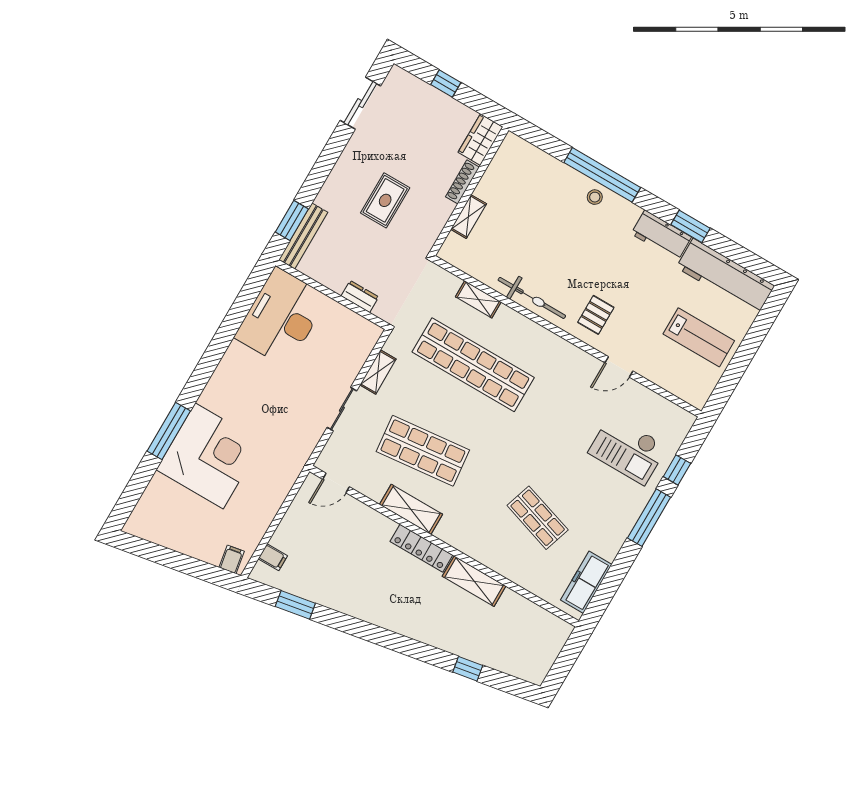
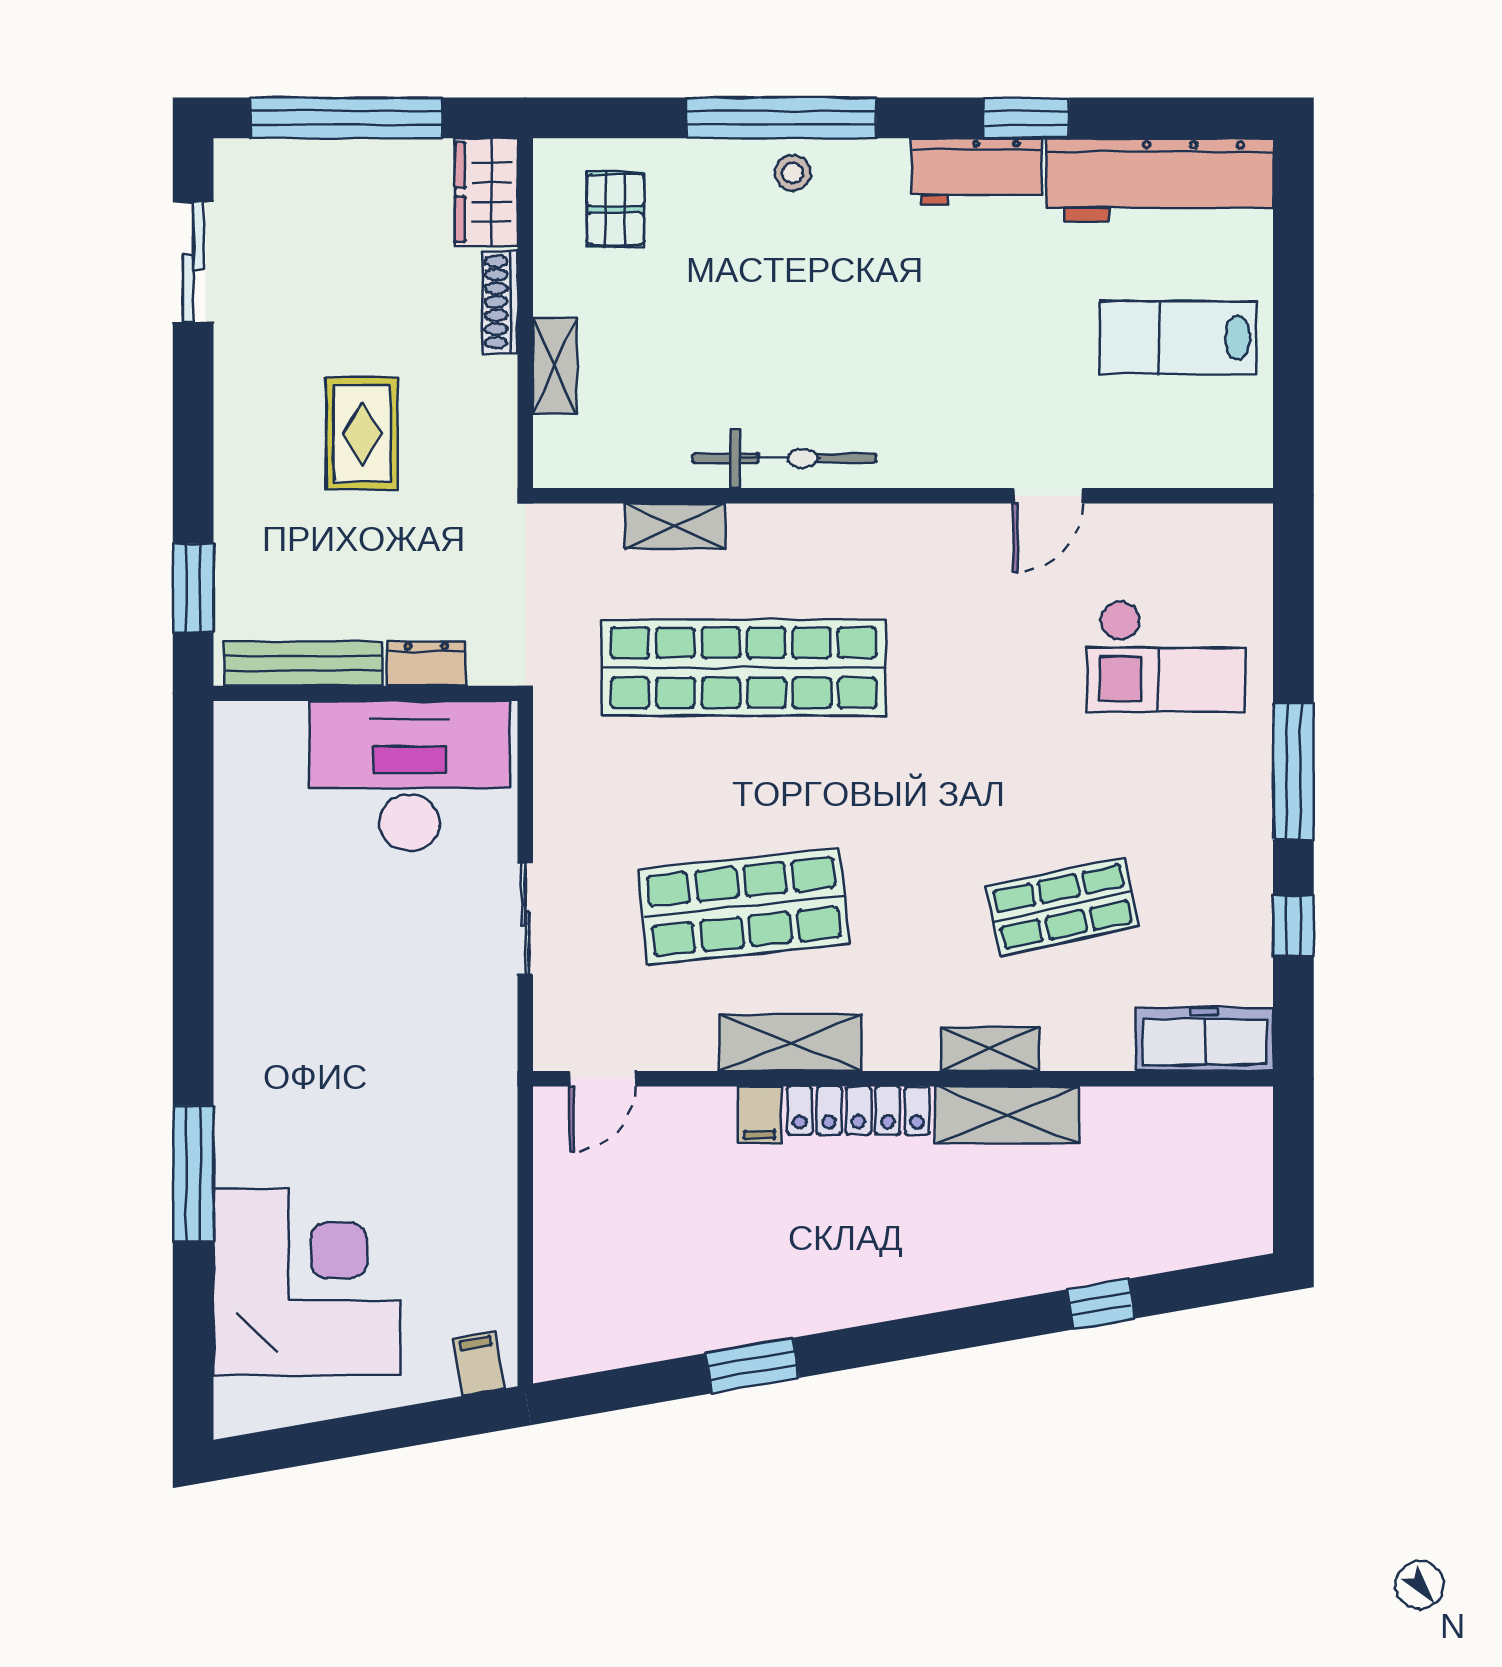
window: (446, 83) -> (346, 118), width x3.17
bench: (303, 236) -> (303, 664), moved, turned 90
pallet: (596, 315) -> (615, 210), moved
desk: (281, 317) -> (409, 776), moved, turned 90
lab bench: (699, 337) -> (1178, 338), turned 180
shelving: (378, 372) -> (990, 1049), moved, turned 90
corner desk: (209, 456) -> (307, 1282), moved
window: (677, 470) -> (1293, 926), moved
shop shelf: (538, 518) -> (1062, 907), turned -30
filing cabinet: (273, 557) -> (760, 1115), moved, turned 90
freezer: (586, 582) -> (1205, 1039), moved, turned 90
window: (295, 605) -> (752, 1365), moved

